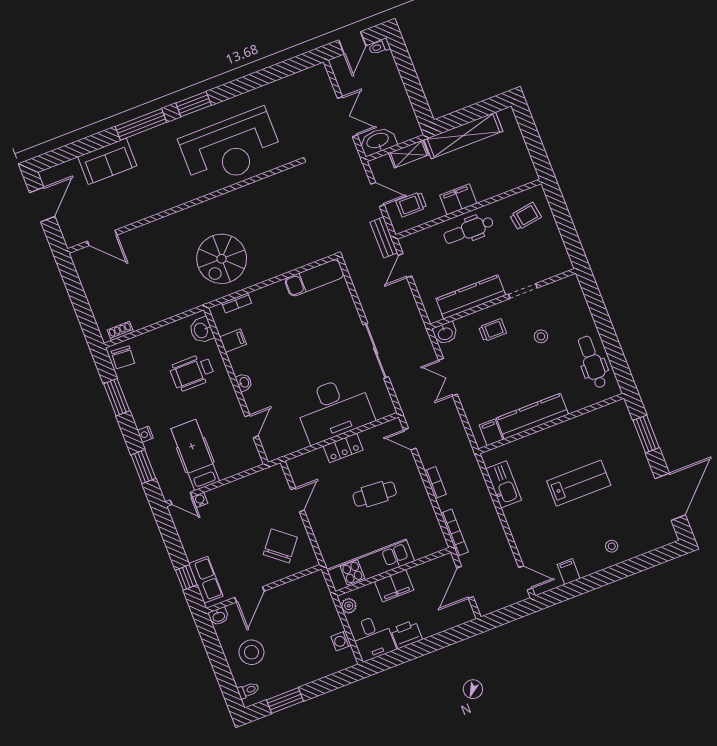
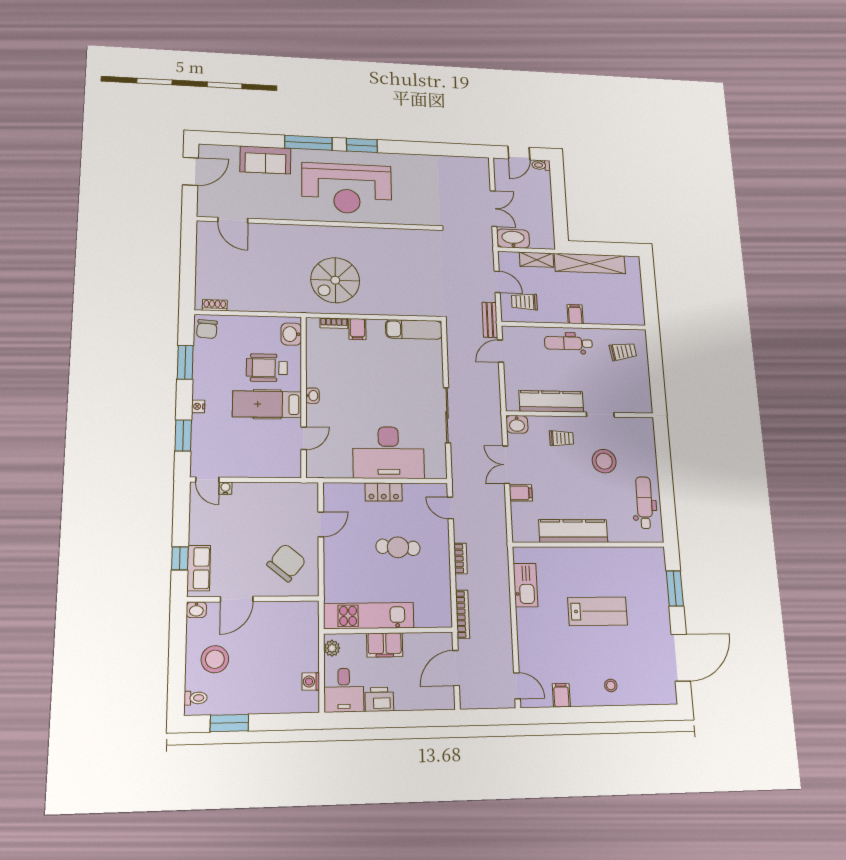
reception desk: (231, 148) -> (347, 188), moved
filing cabinet: (458, 199) -> (575, 314), width x0.50
stool: (541, 336) -> (604, 461), width x1.89, depth x1.89
filing cabinet: (233, 341) -> (357, 329), moved, turned 90
filing cabinet: (491, 432) -> (521, 493), moved, turned 90
hospital bed: (195, 455) -> (267, 404), moved, turned -90

